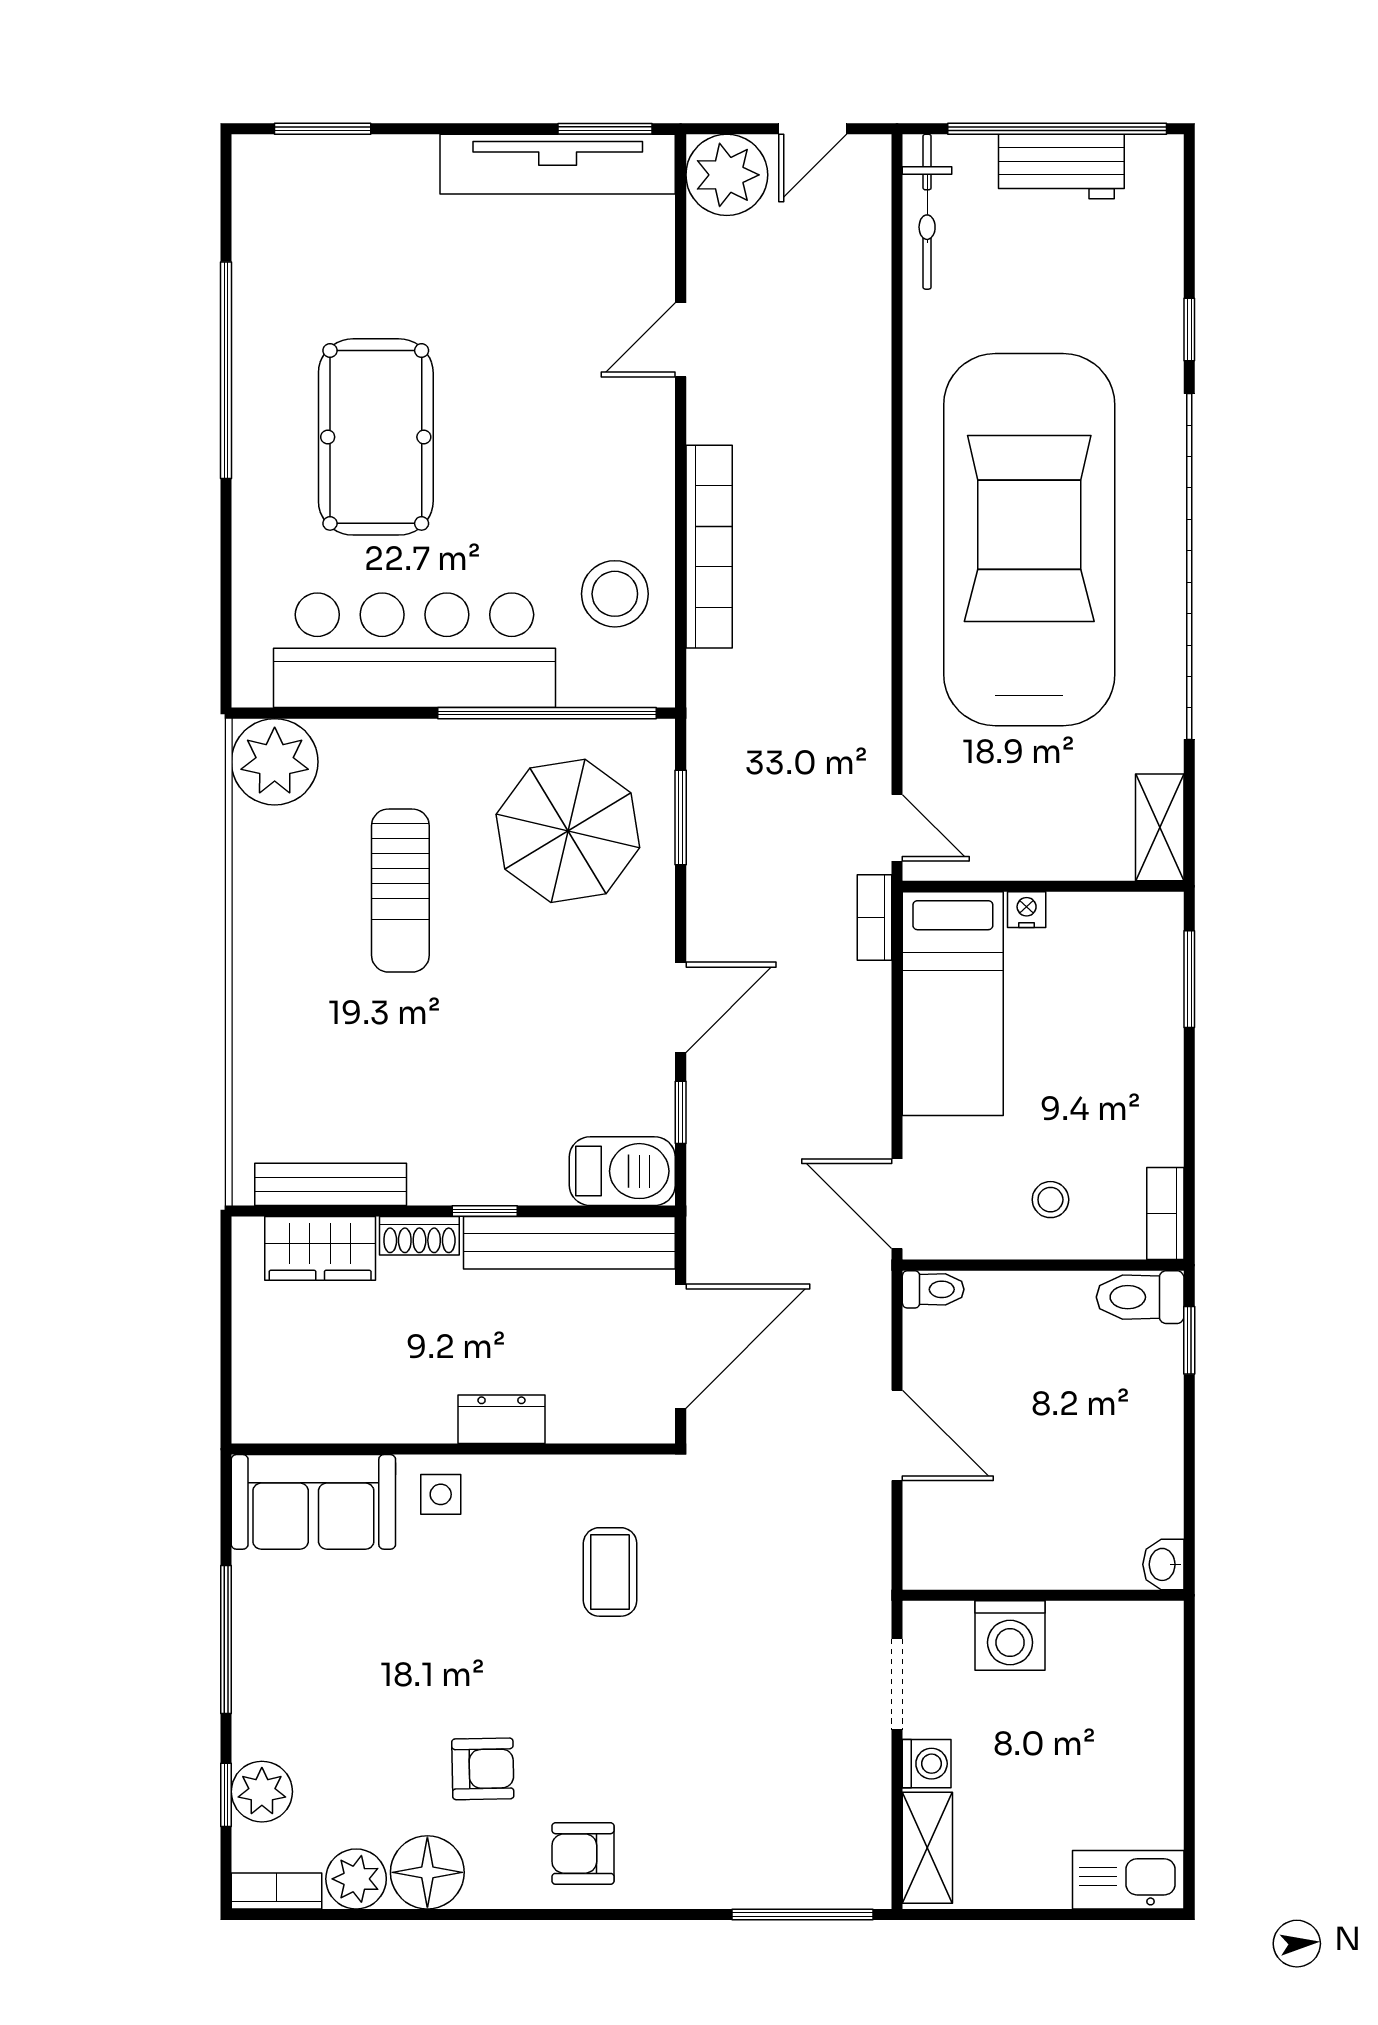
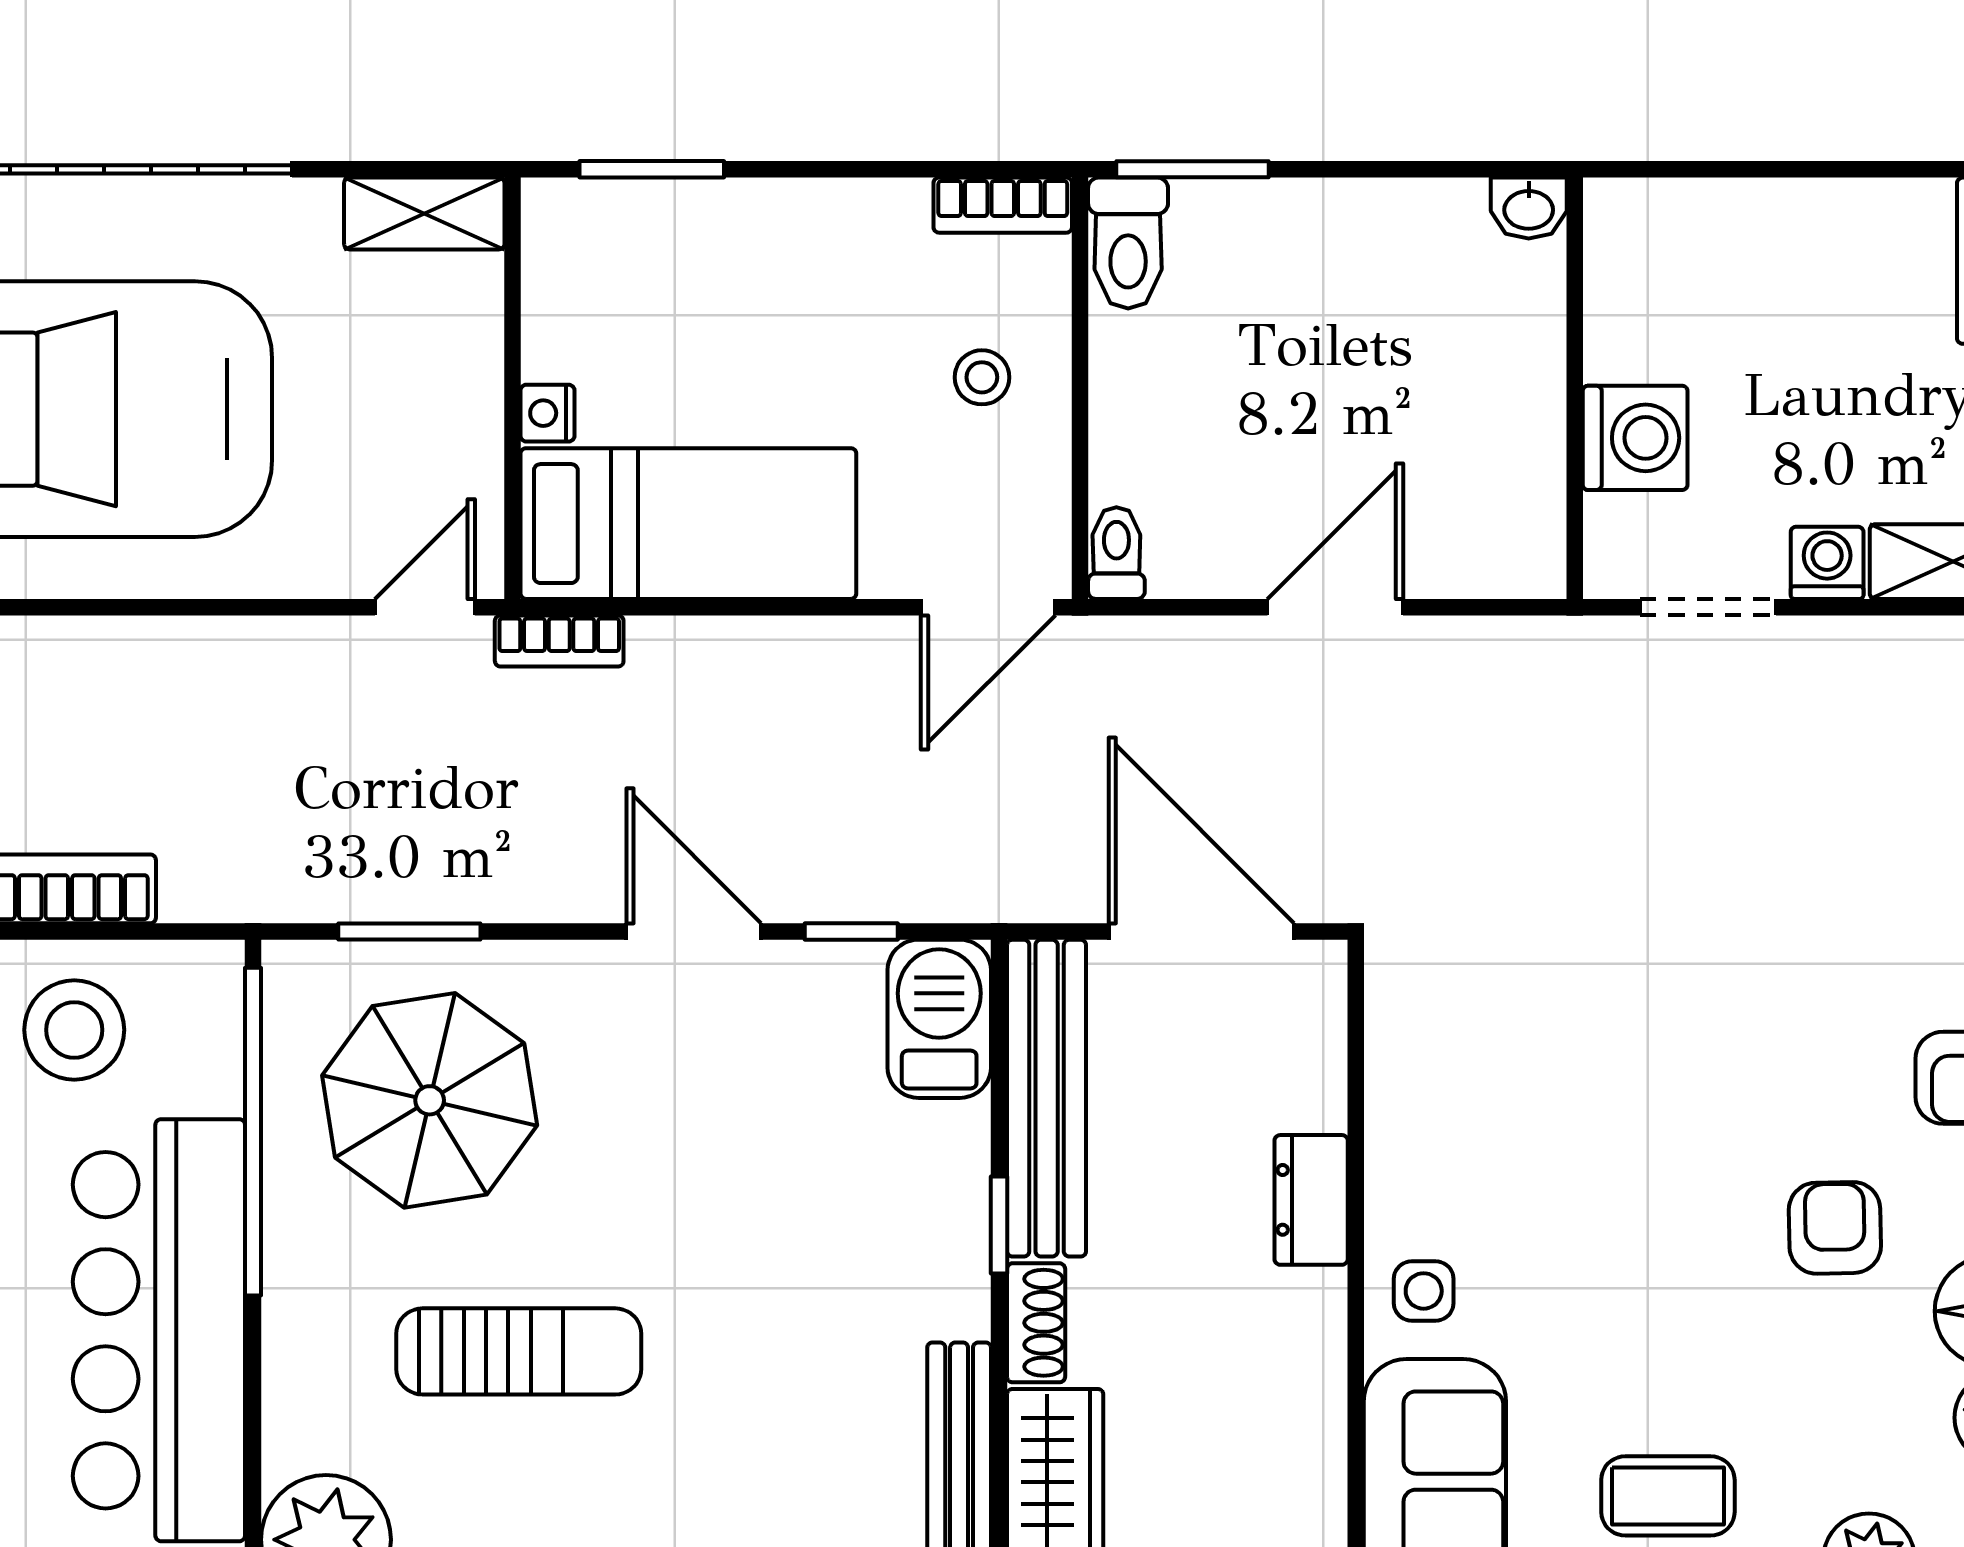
window: (1189, 1340) -> (1193, 169), width x1.50
coffee table: (610, 1572) -> (1668, 1496), moved

